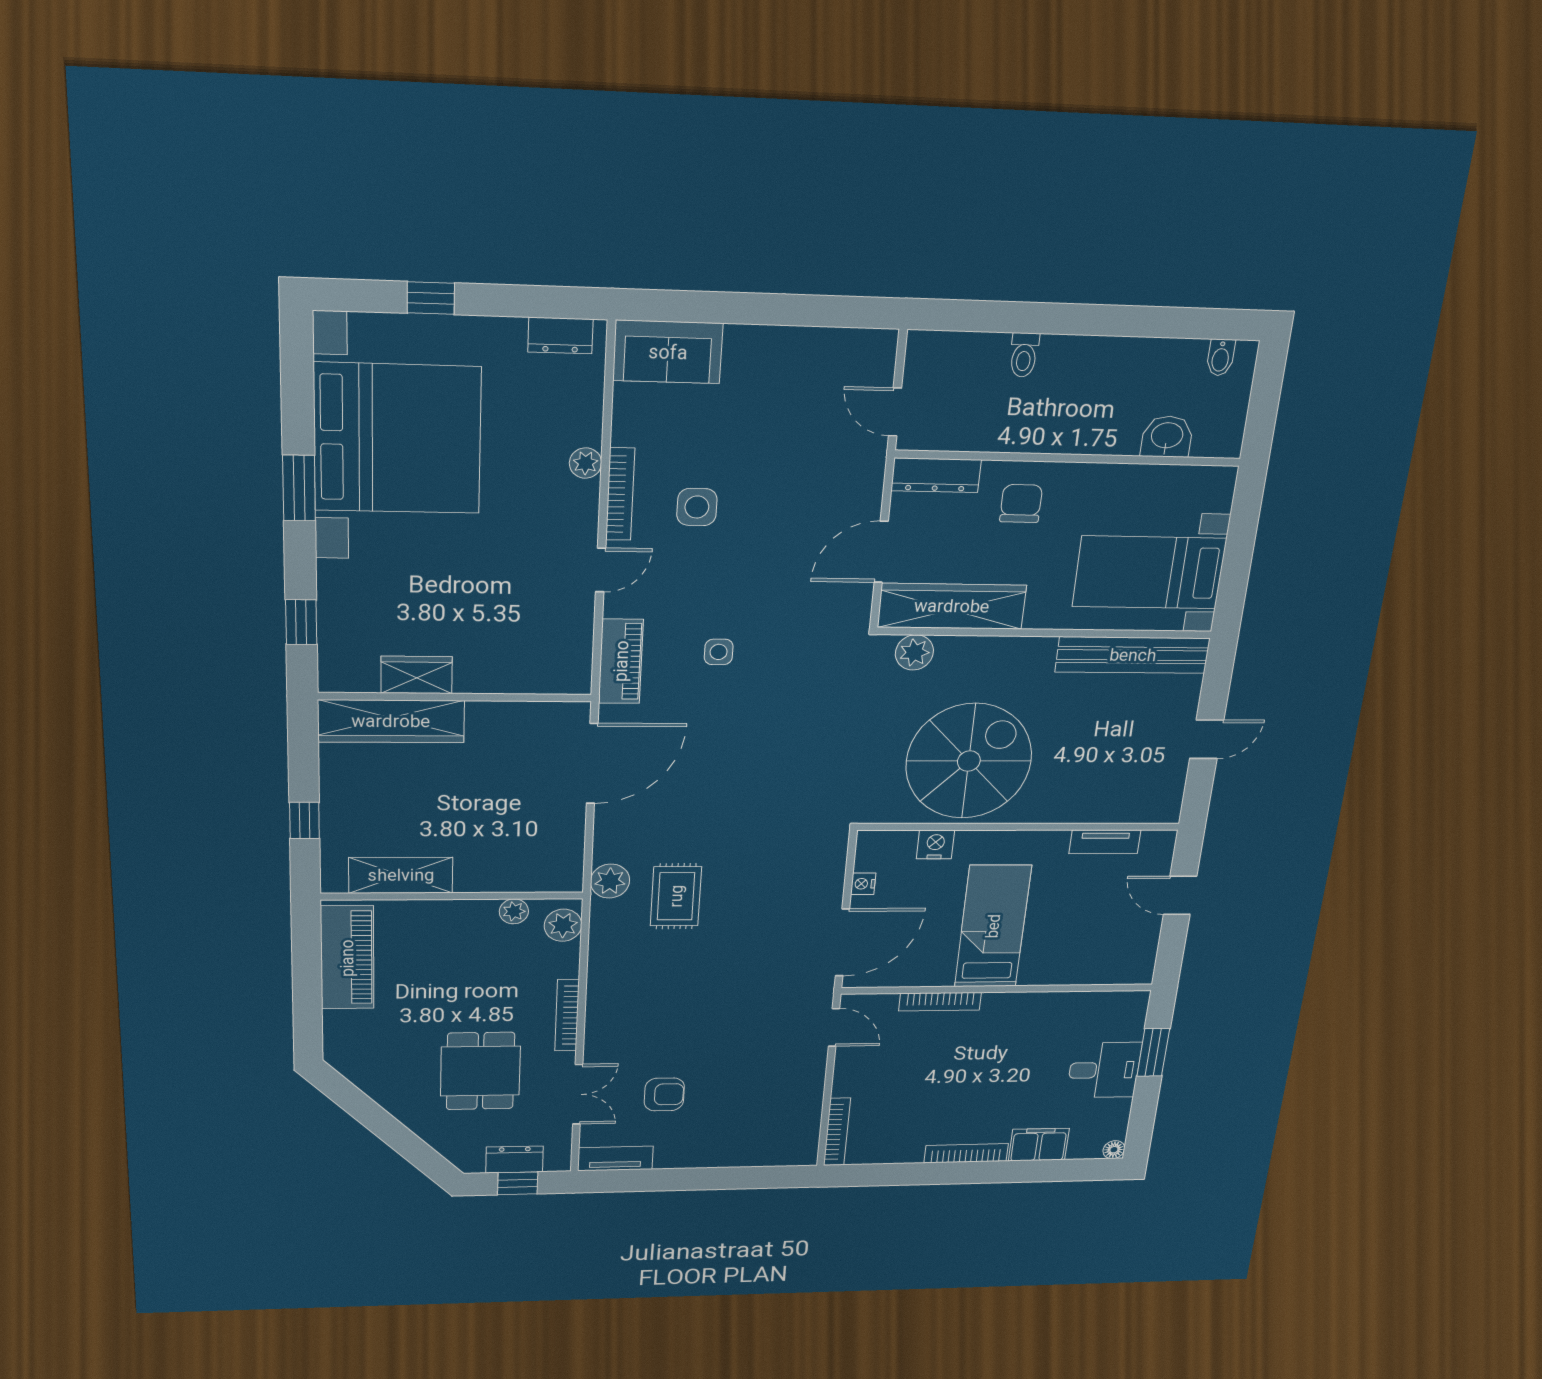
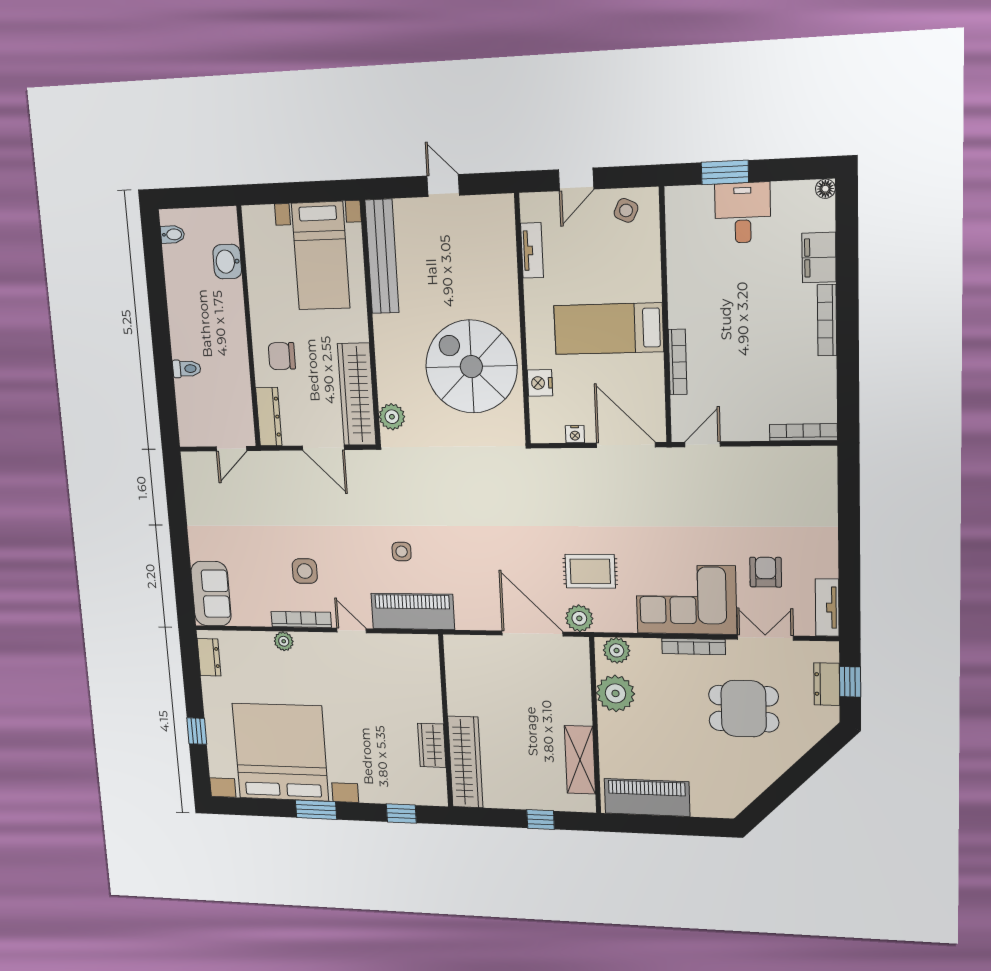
piano: (621, 661) -> (413, 611), width x1.37, depth x1.33
door: (592, 764) -> (532, 634), moved
plant: (514, 911) -> (615, 693), width x1.87, depth x1.87
side table: (1132, 949) -> (626, 210), added
corner sofa: (632, 1008) -> (686, 600), added

